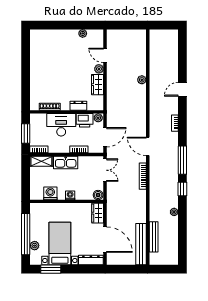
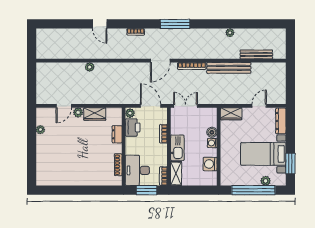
desk: (61, 125) -> (137, 170), moved
window: (182, 189) -> (205, 24), removed
boiler: (98, 195) -> (212, 132), moved
door: (105, 240) -> (259, 106), width x0.53
bench: (141, 244) -> (229, 68), moved

